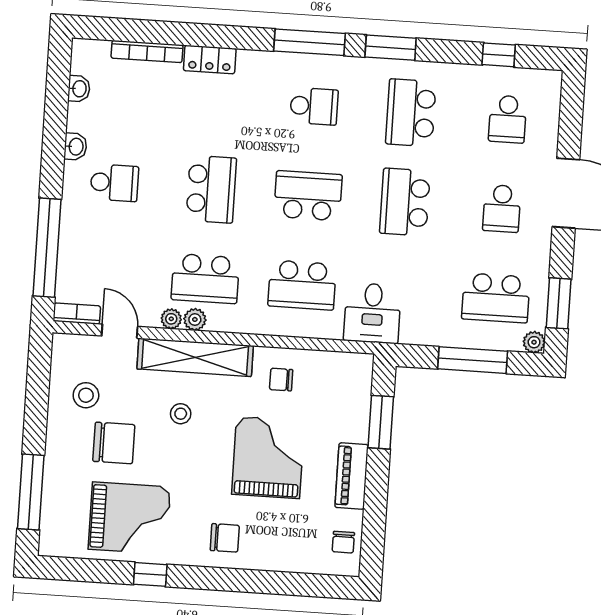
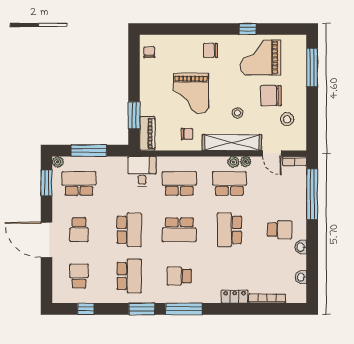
school desk: (114, 183) -> (280, 230), turned 180
school desk: (502, 209) -> (79, 230), turned 180
piano: (352, 476) -> (147, 133), moved

